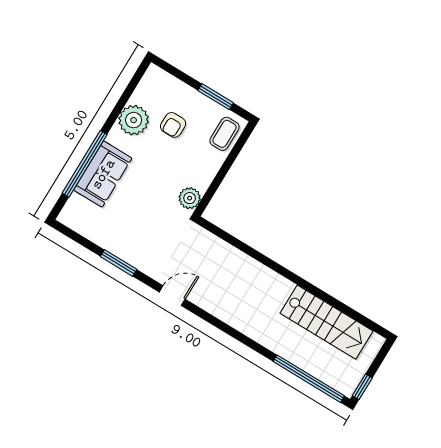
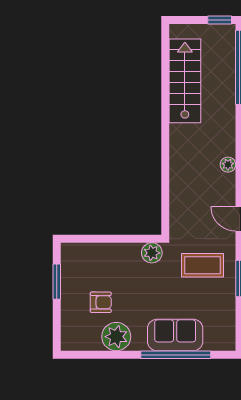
coffee table: (225, 134) -> (202, 265), moved, width x1.36, depth x1.30
plant: (227, 315) -> (228, 165), added

